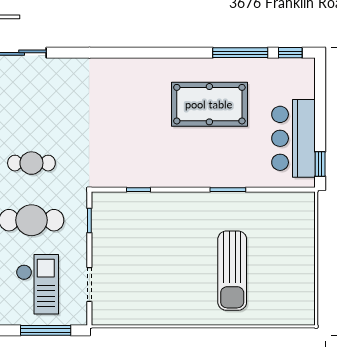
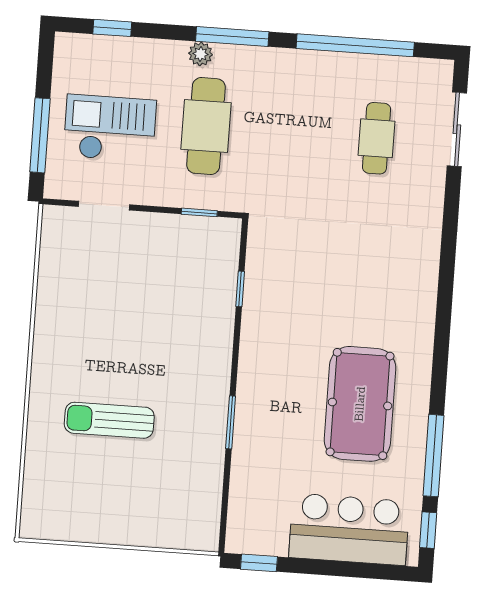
bar counter: (294, 138) -> (349, 529), moved
cafe table: (31, 163) -> (377, 138), moved
sun lounger: (232, 271) -> (109, 420), width x0.73, depth x0.75
checkout: (37, 284) -> (110, 128), turned 180

